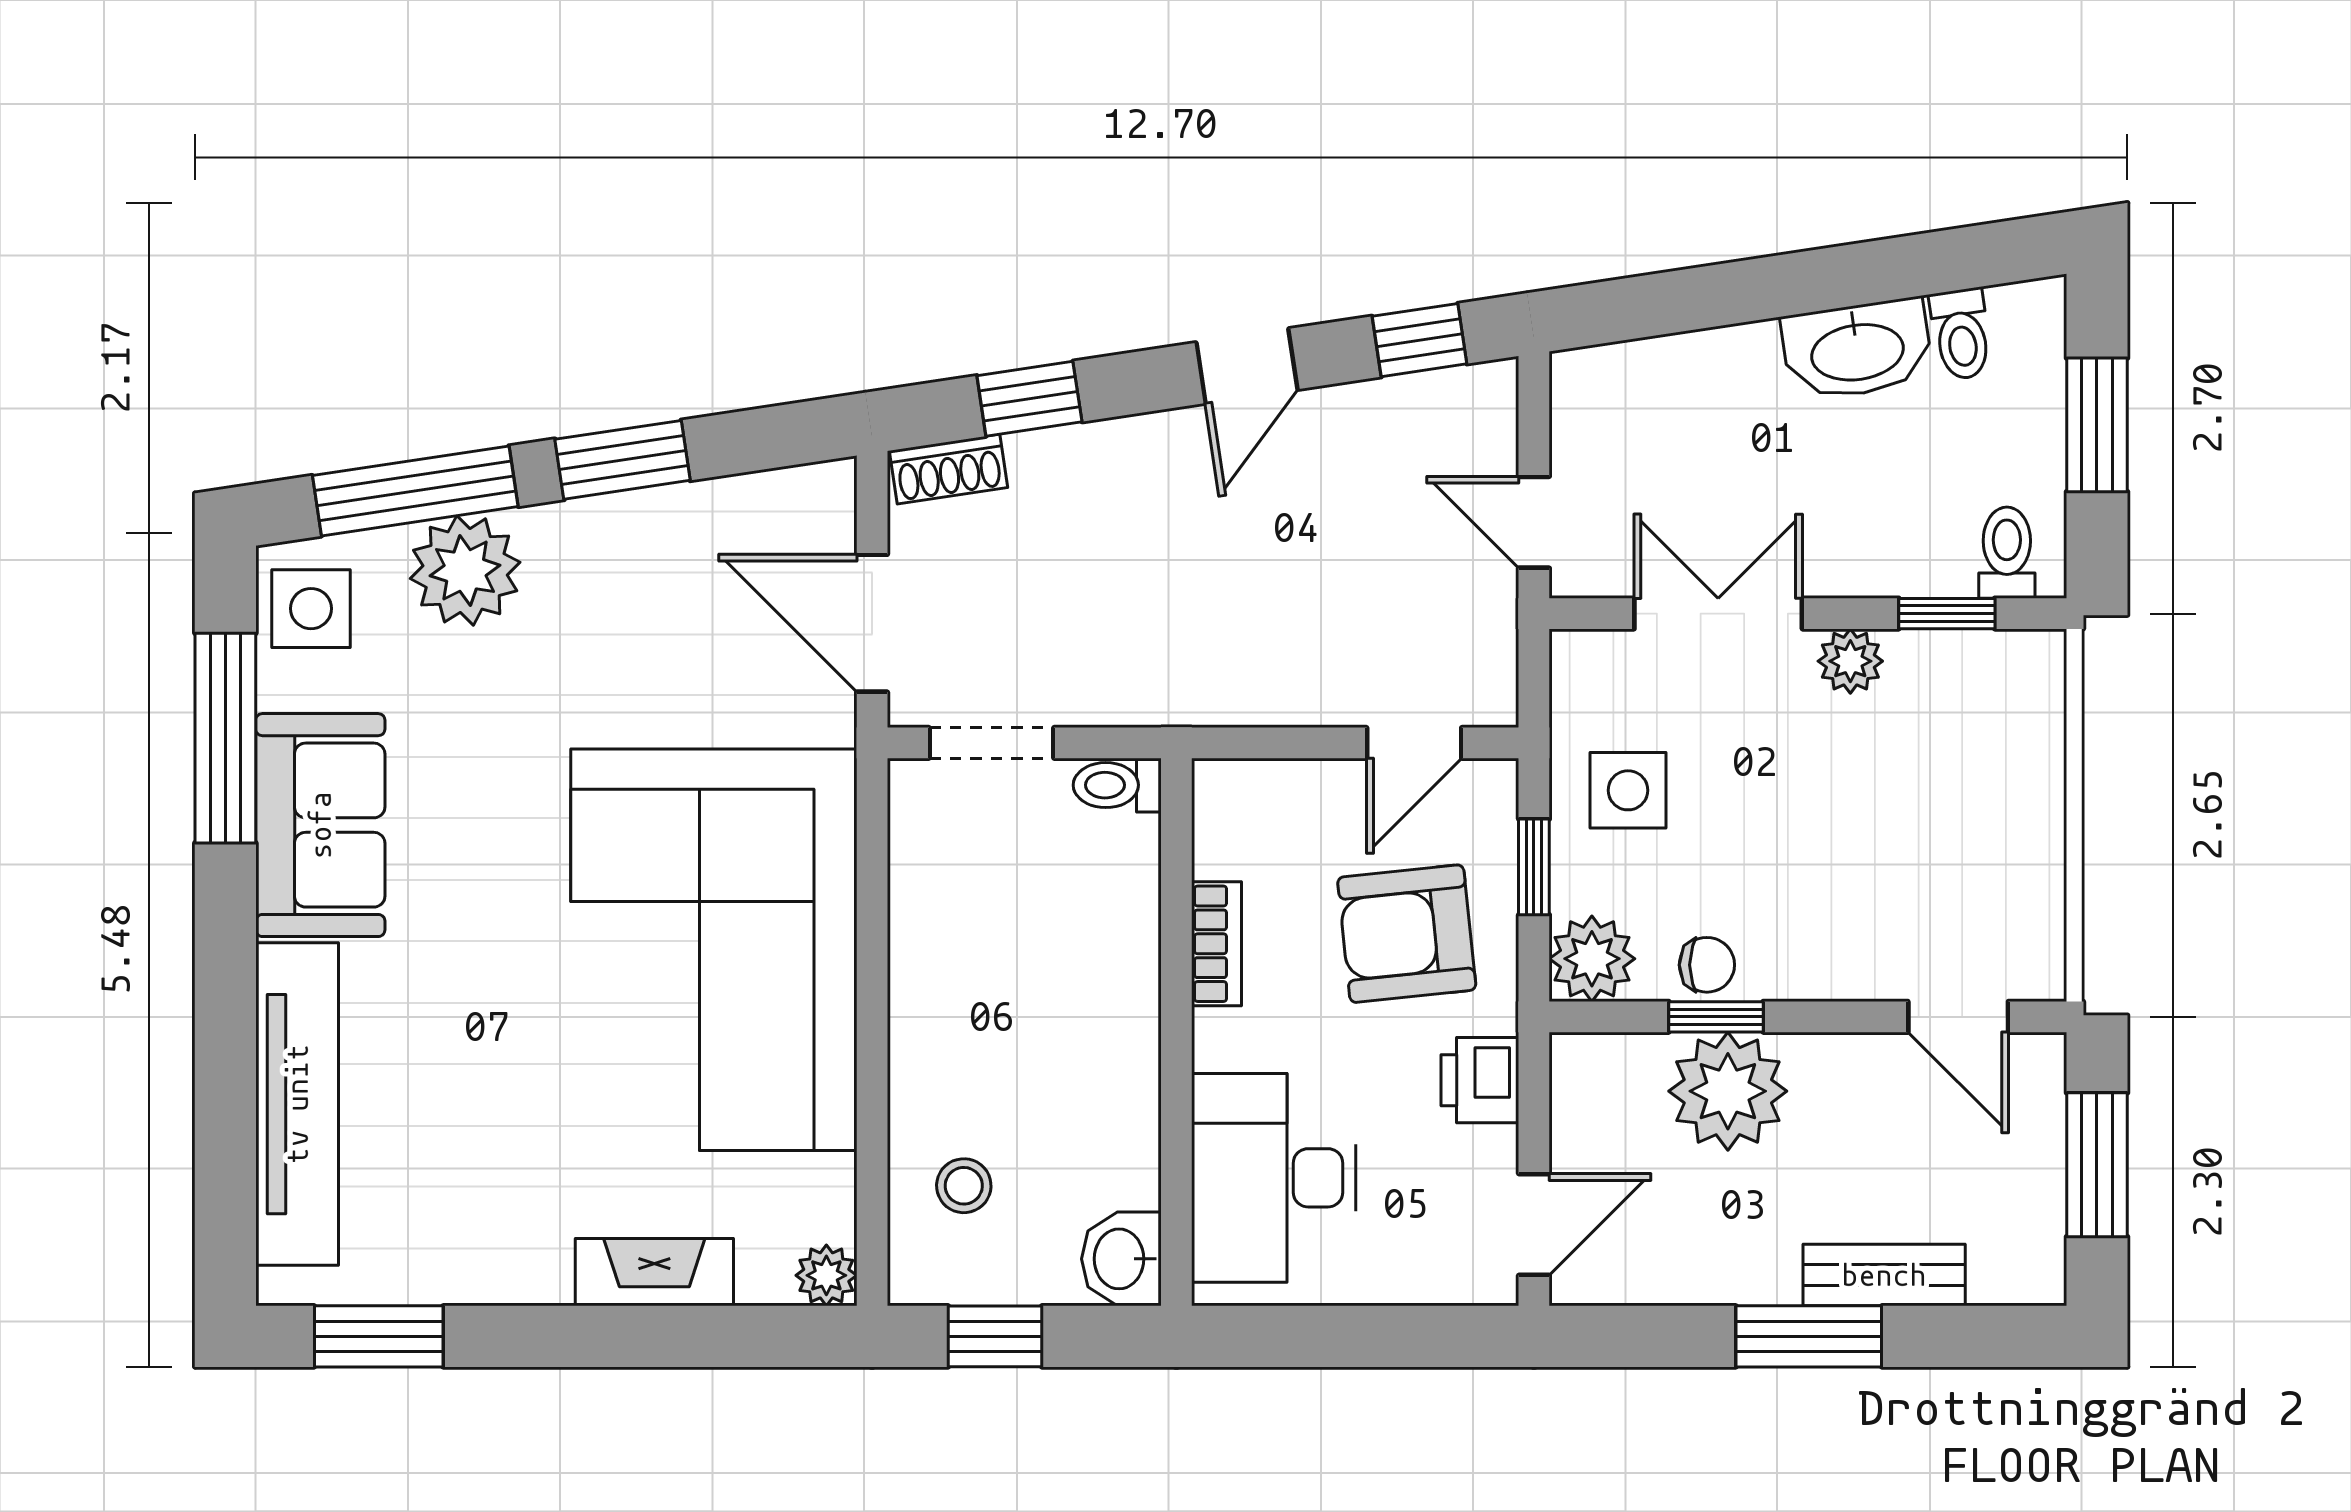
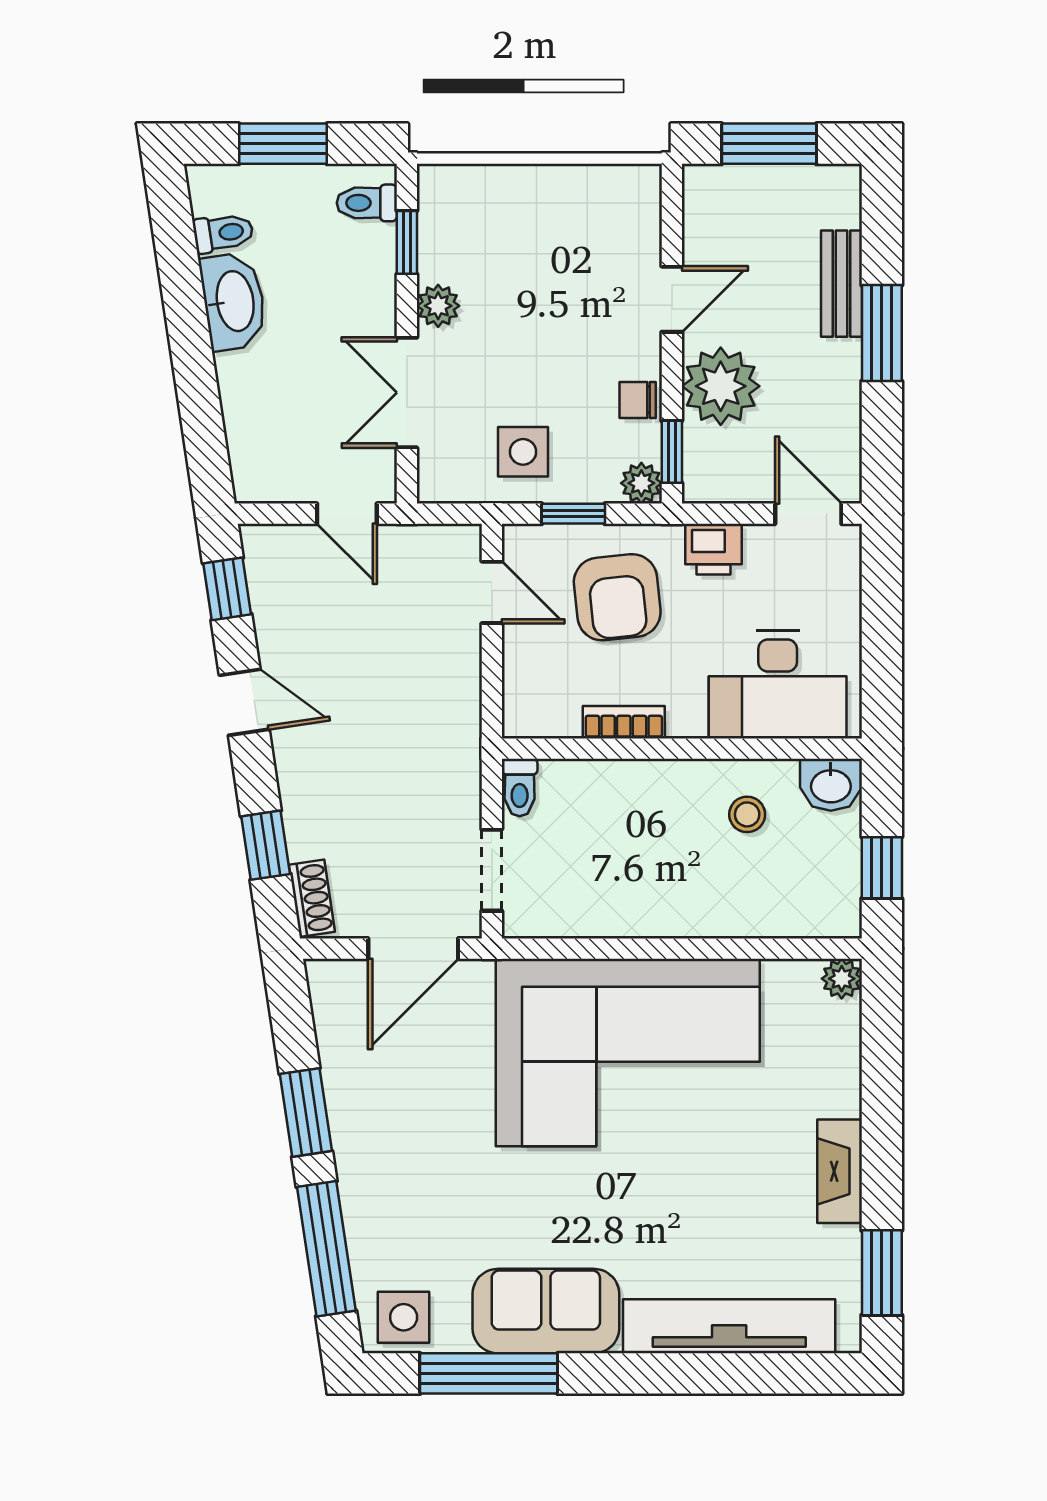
door: (1534, 522) -> (347, 514), hinge flipped
plant: (465, 570) -> (379, 1216), removed
plant: (1592, 959) -> (641, 483), width x0.73, depth x0.73
chair: (1707, 965) -> (638, 400), turned -90
window: (1716, 1017) -> (672, 452), moved
door: (1958, 1017) -> (672, 299), moved
stool: (964, 1186) -> (747, 814), moved
fireplace: (654, 1272) -> (840, 1171), moved

